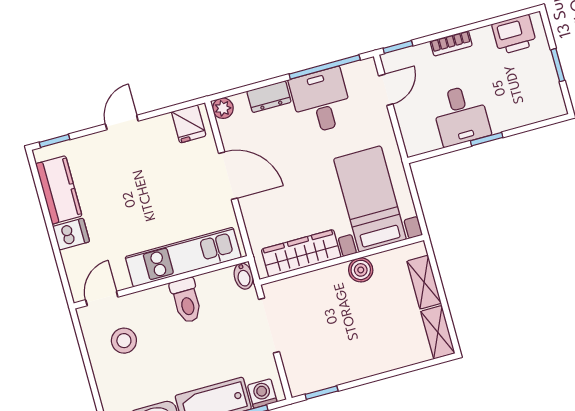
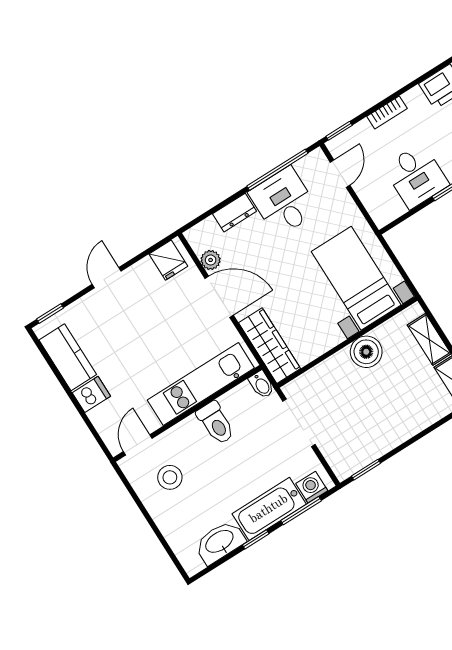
plant: (223, 108) -> (211, 260), moved
wardrobe: (301, 253) -> (270, 346), moved, turned 90
boiler: (361, 270) -> (366, 352), width x1.36, depth x1.36

